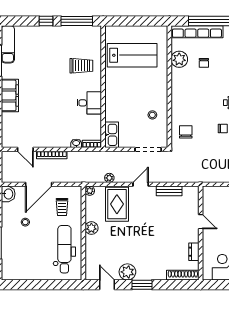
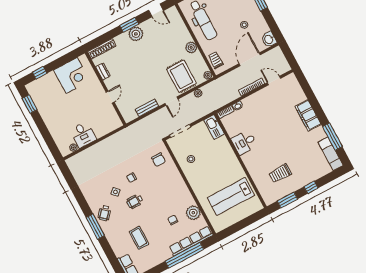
window: (77, 21) -> (287, 200), width x0.69
trolley: (81, 66) -> (280, 173), moved
trolley: (62, 207) -> (216, 60), moved
door: (201, 222) -> (110, 97), swing flipped
plant: (127, 272) -> (136, 34), moved

